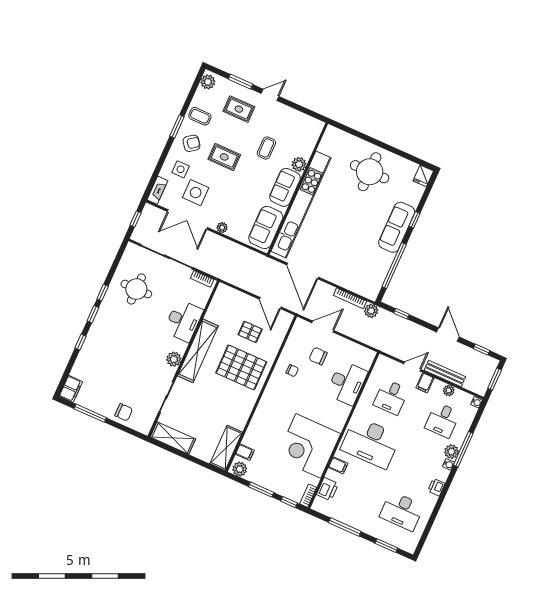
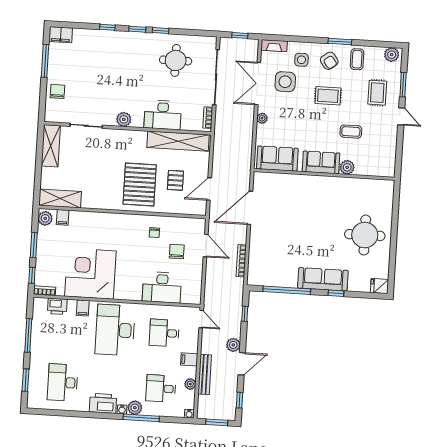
rug: (224, 157) -> (328, 96), turned 90
kitchen unit: (301, 204) -> (311, 183), removed
plant: (371, 311) -> (233, 345), moved
shelving: (198, 351) -> (178, 141), moved
door: (412, 367) -> (201, 319), moved
chair: (124, 412) -> (57, 91), turned 180
printer: (436, 487) -> (103, 403), width x1.87, depth x1.48

